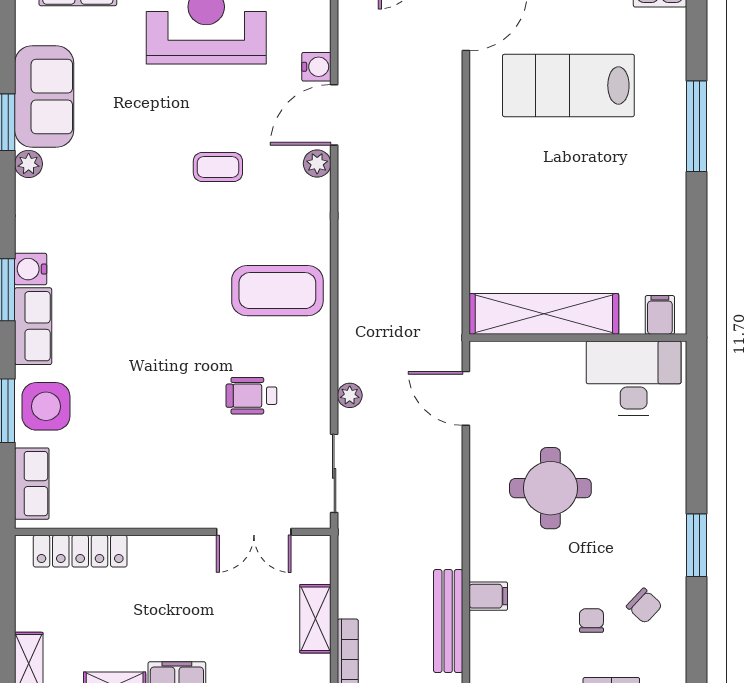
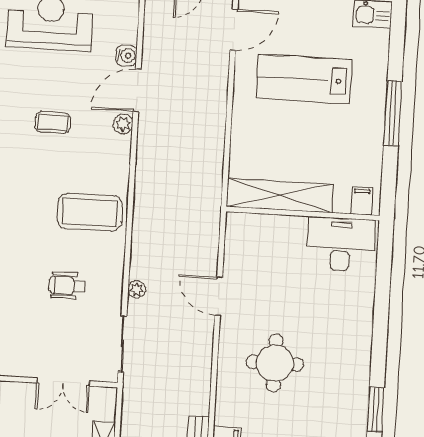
shelving: (544, 314) -> (280, 195), moved
filing cabinet: (660, 315) -> (362, 201), moved
wall: (578, 338) -> (303, 214), moved
desk: (634, 378) -> (341, 244), moved

